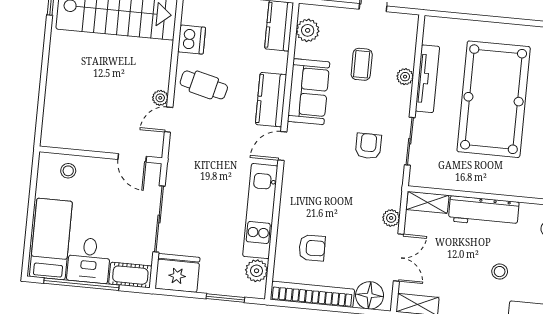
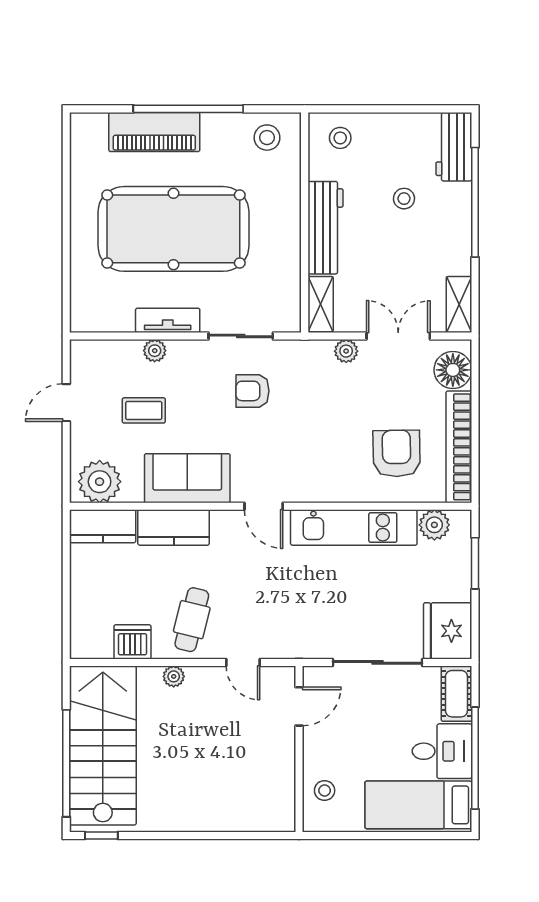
plant: (308, 30) -> (100, 482), width x1.36, depth x1.36
tv unit: (427, 79) -> (168, 320), width x0.71
plant: (160, 98) -> (174, 676), moved
kitchen counter: (271, 100) -> (174, 527), moved
armchair: (312, 248) -> (397, 453), width x1.38, depth x1.38

